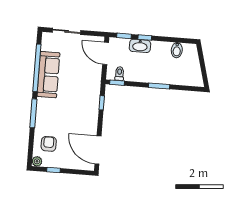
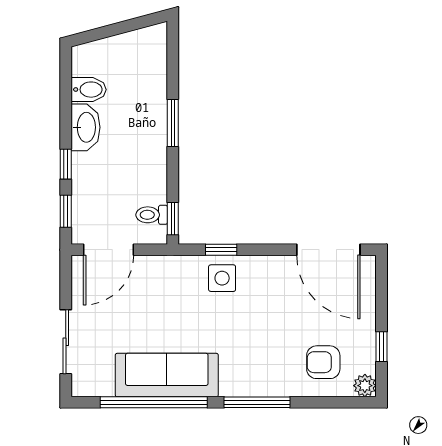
washbasin: (140, 46) -> (86, 127), moved
side table: (89, 102) -> (222, 278), added
door: (98, 150) -> (328, 250), hinge flipped

